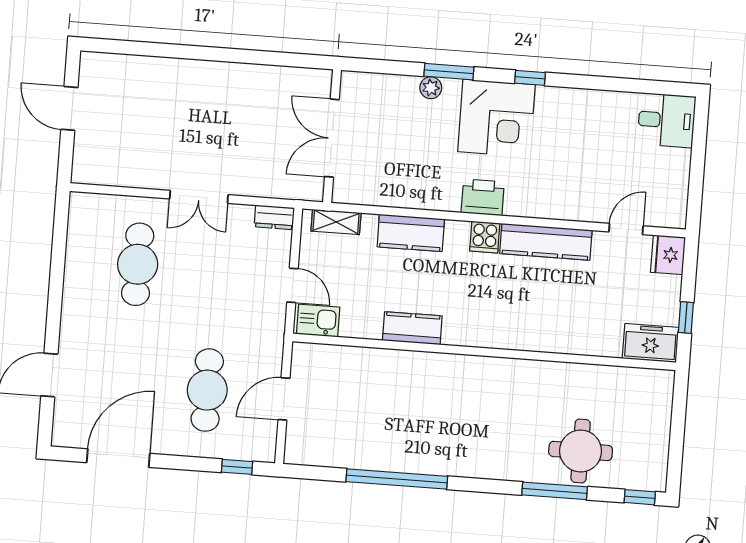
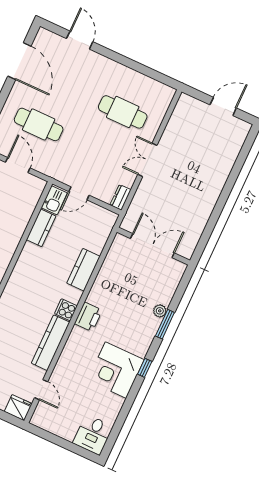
corner desk: (496, 118) -> (116, 370), moved
shelving: (336, 222) -> (105, 231), removed
kitchen counter: (412, 328) -> (41, 228), moved

